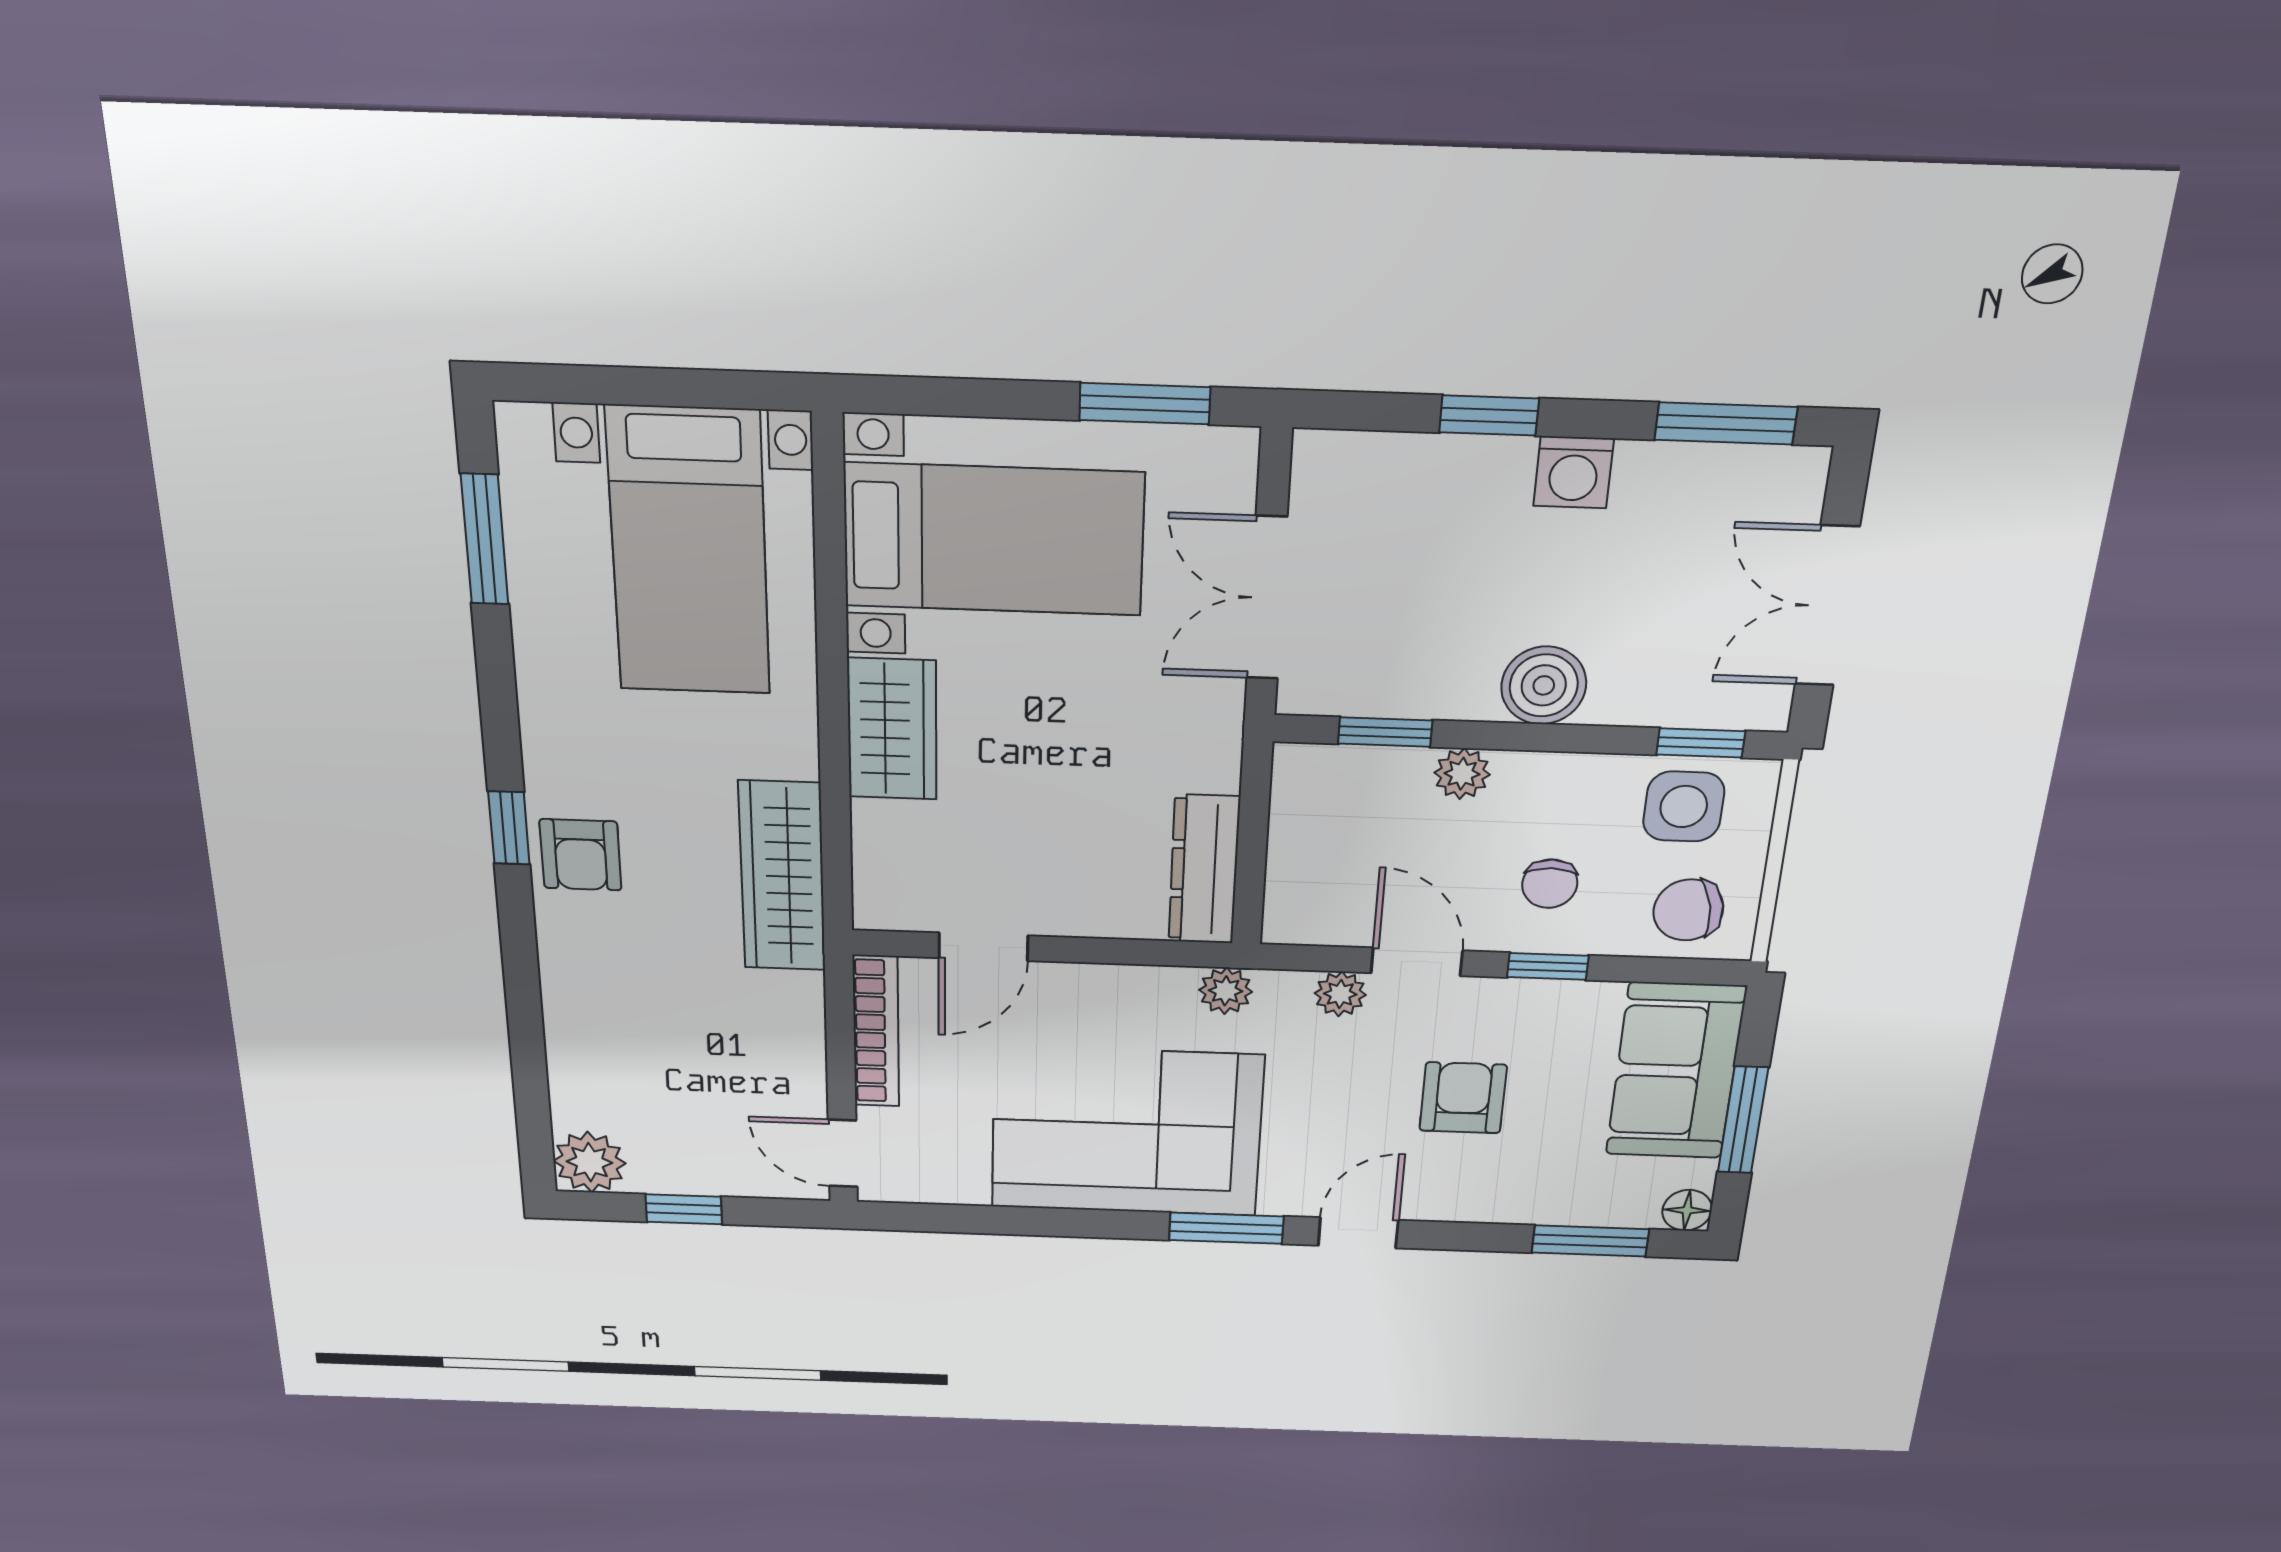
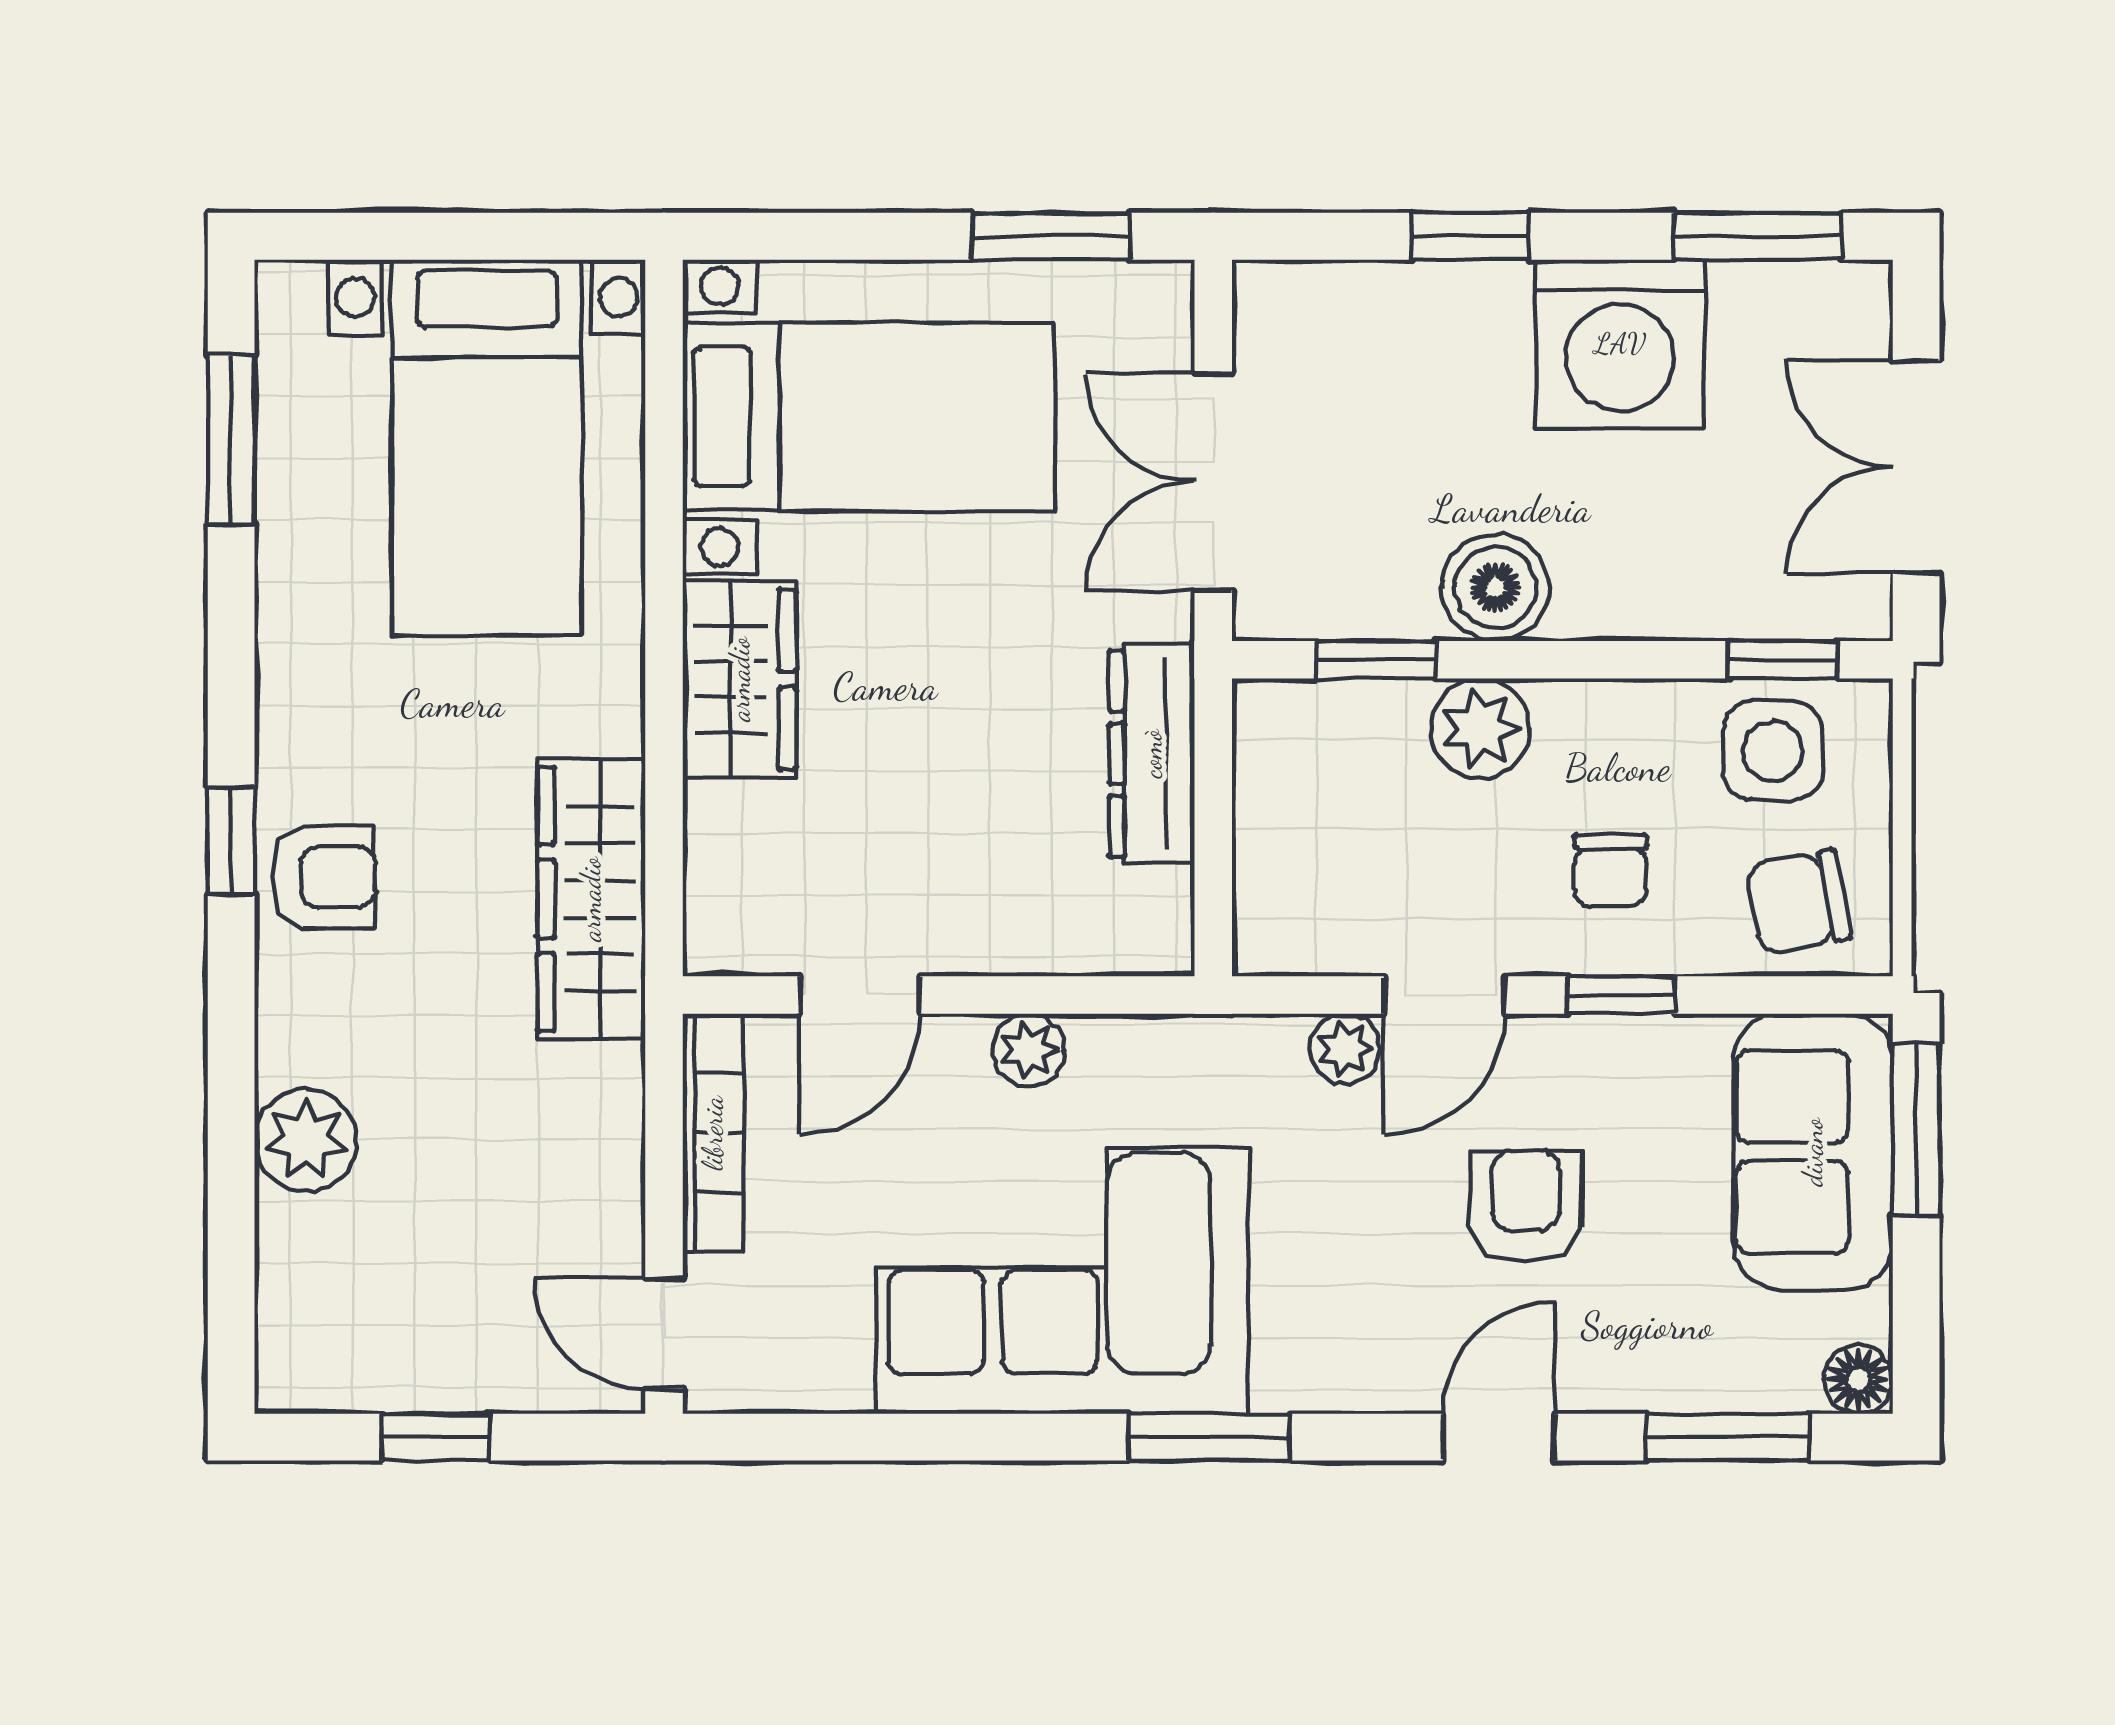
washing machine: (1574, 472) -> (1620, 344), width x1.89, depth x1.89
boiler: (1544, 685) -> (1495, 587), moved
plant: (1462, 774) -> (1480, 728), width x1.38, depth x1.38
armchair: (581, 855) -> (324, 877), turned -90
dresser: (1204, 870) -> (1152, 754), moved
door: (1417, 962) -> (1444, 995), swing flipped
plant: (1226, 991) -> (1029, 1050), moved
window: (1743, 1120) -> (1916, 1129), moved
plant: (590, 1162) -> (306, 1140), moved
door: (1358, 1233) -> (1499, 1437), moved

